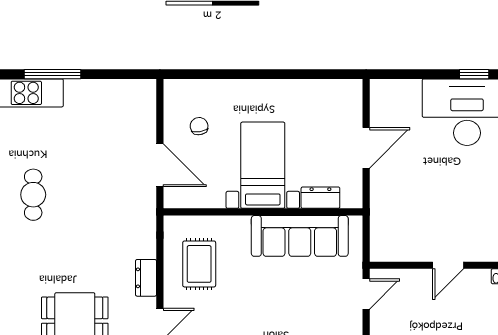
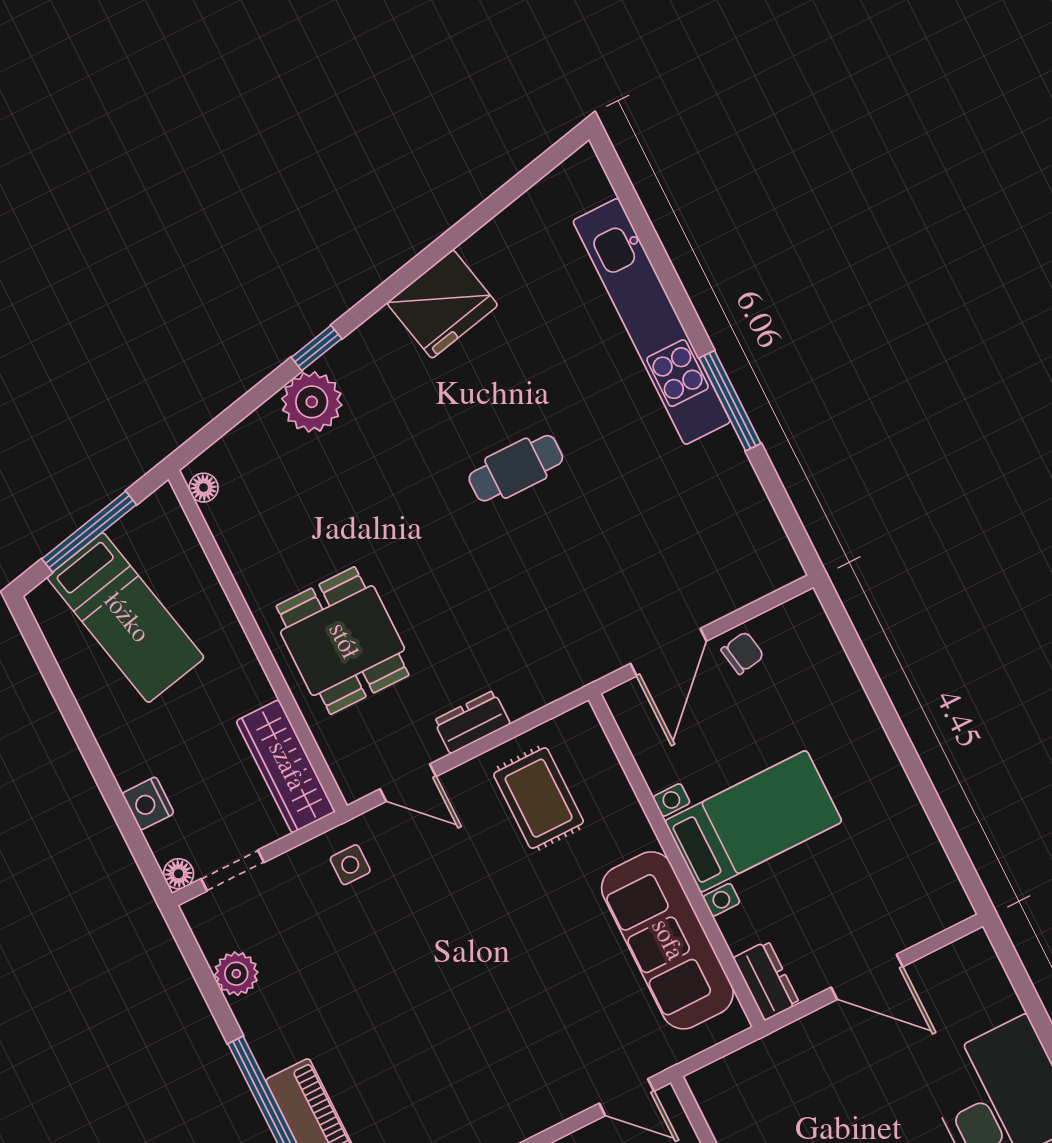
chair: (199, 126) -> (743, 653), moved
dresser: (320, 198) -> (766, 981), moved
rug: (199, 264) -> (539, 798), turned 90

